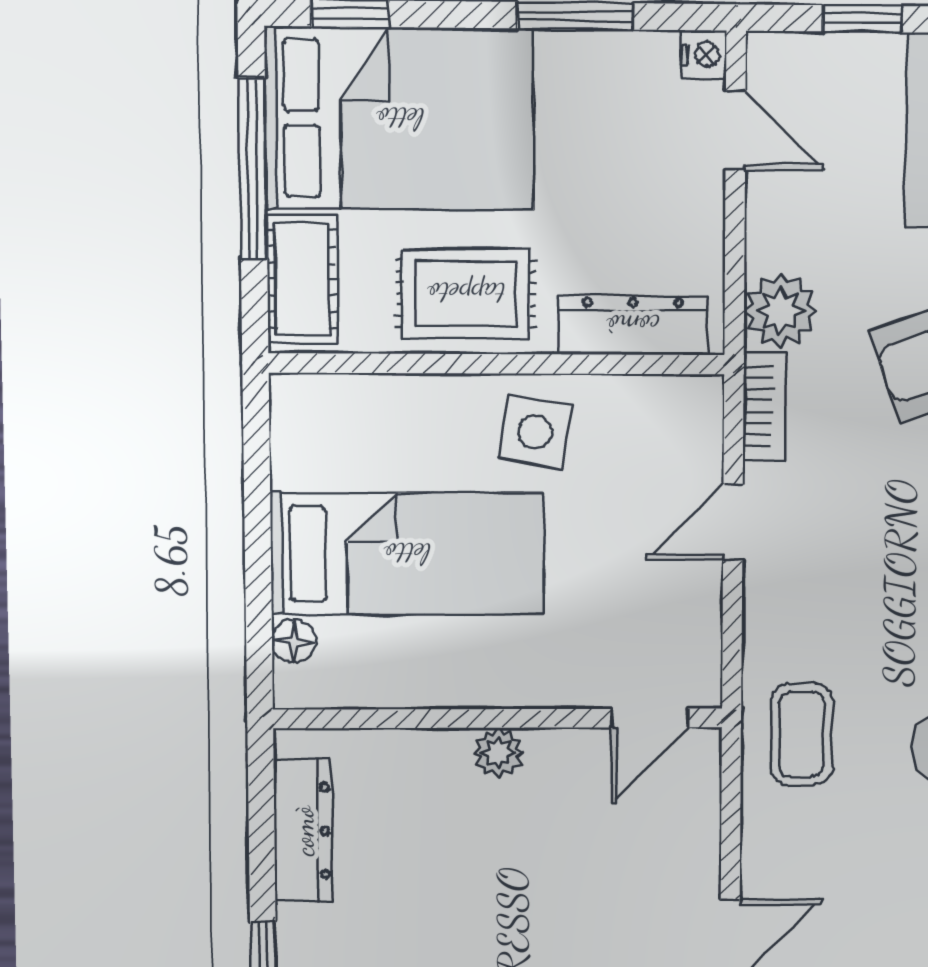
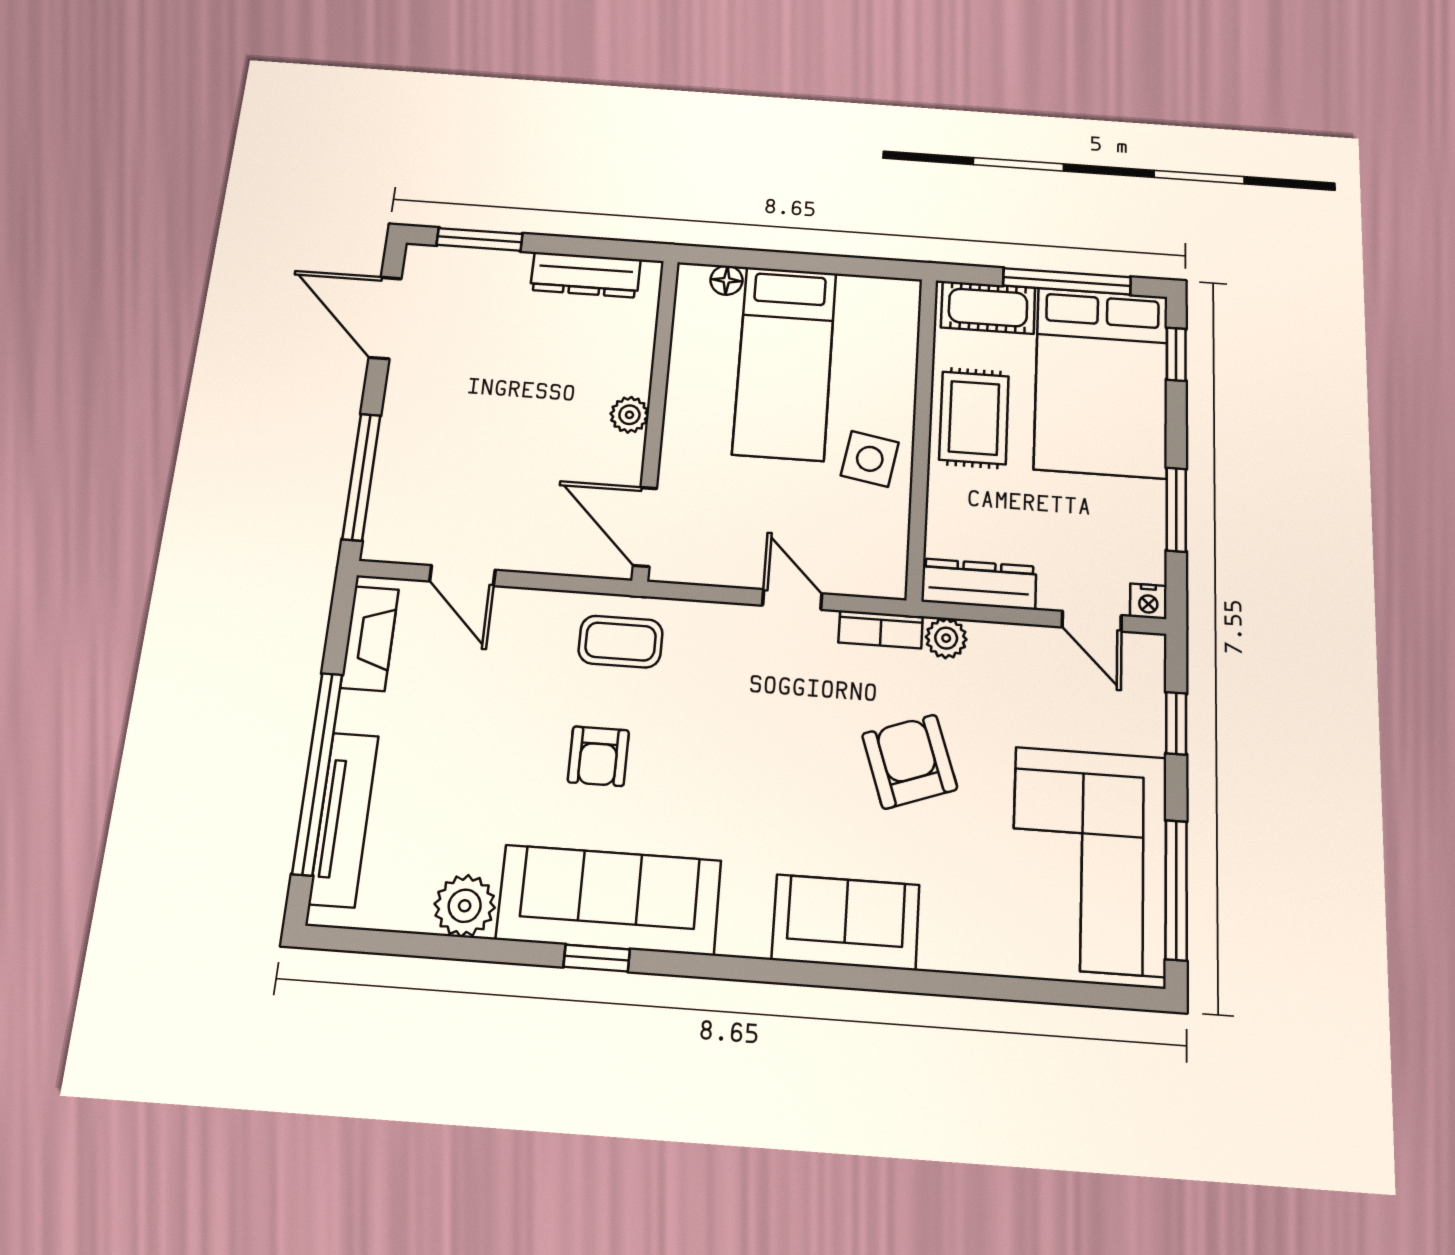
door: (735, 130) -> (1092, 621), hinge flipped
plant: (780, 311) -> (946, 638), width x0.73, depth x0.73
dresser: (633, 326) -> (979, 584), moved, turned -90
door: (650, 718) -> (645, 527), width x1.38

